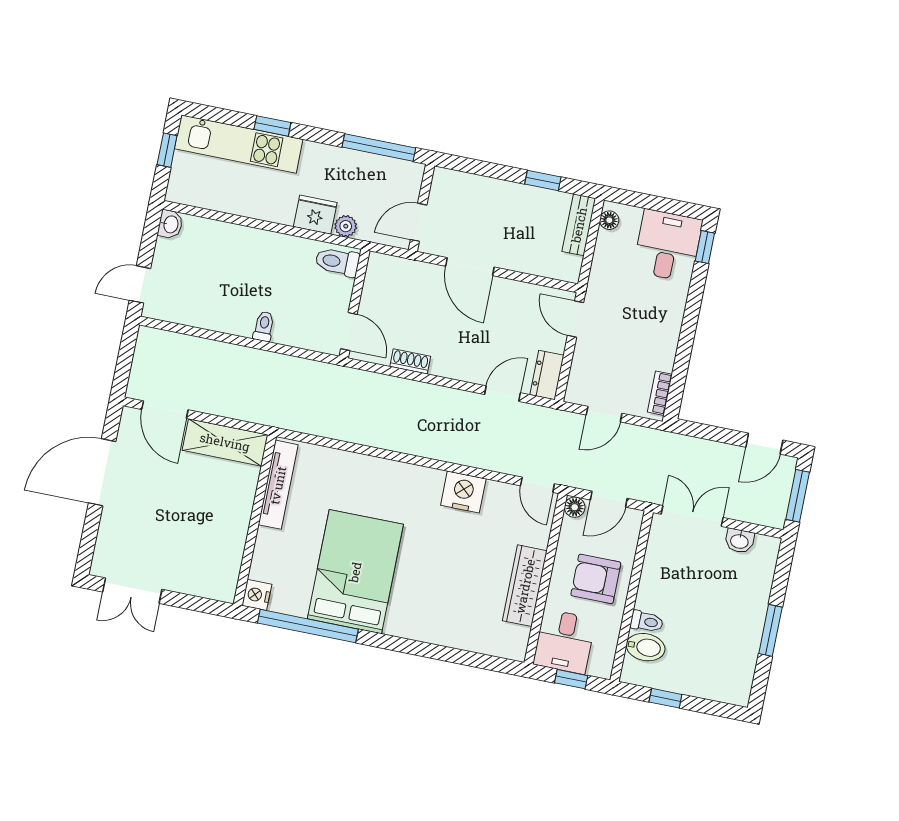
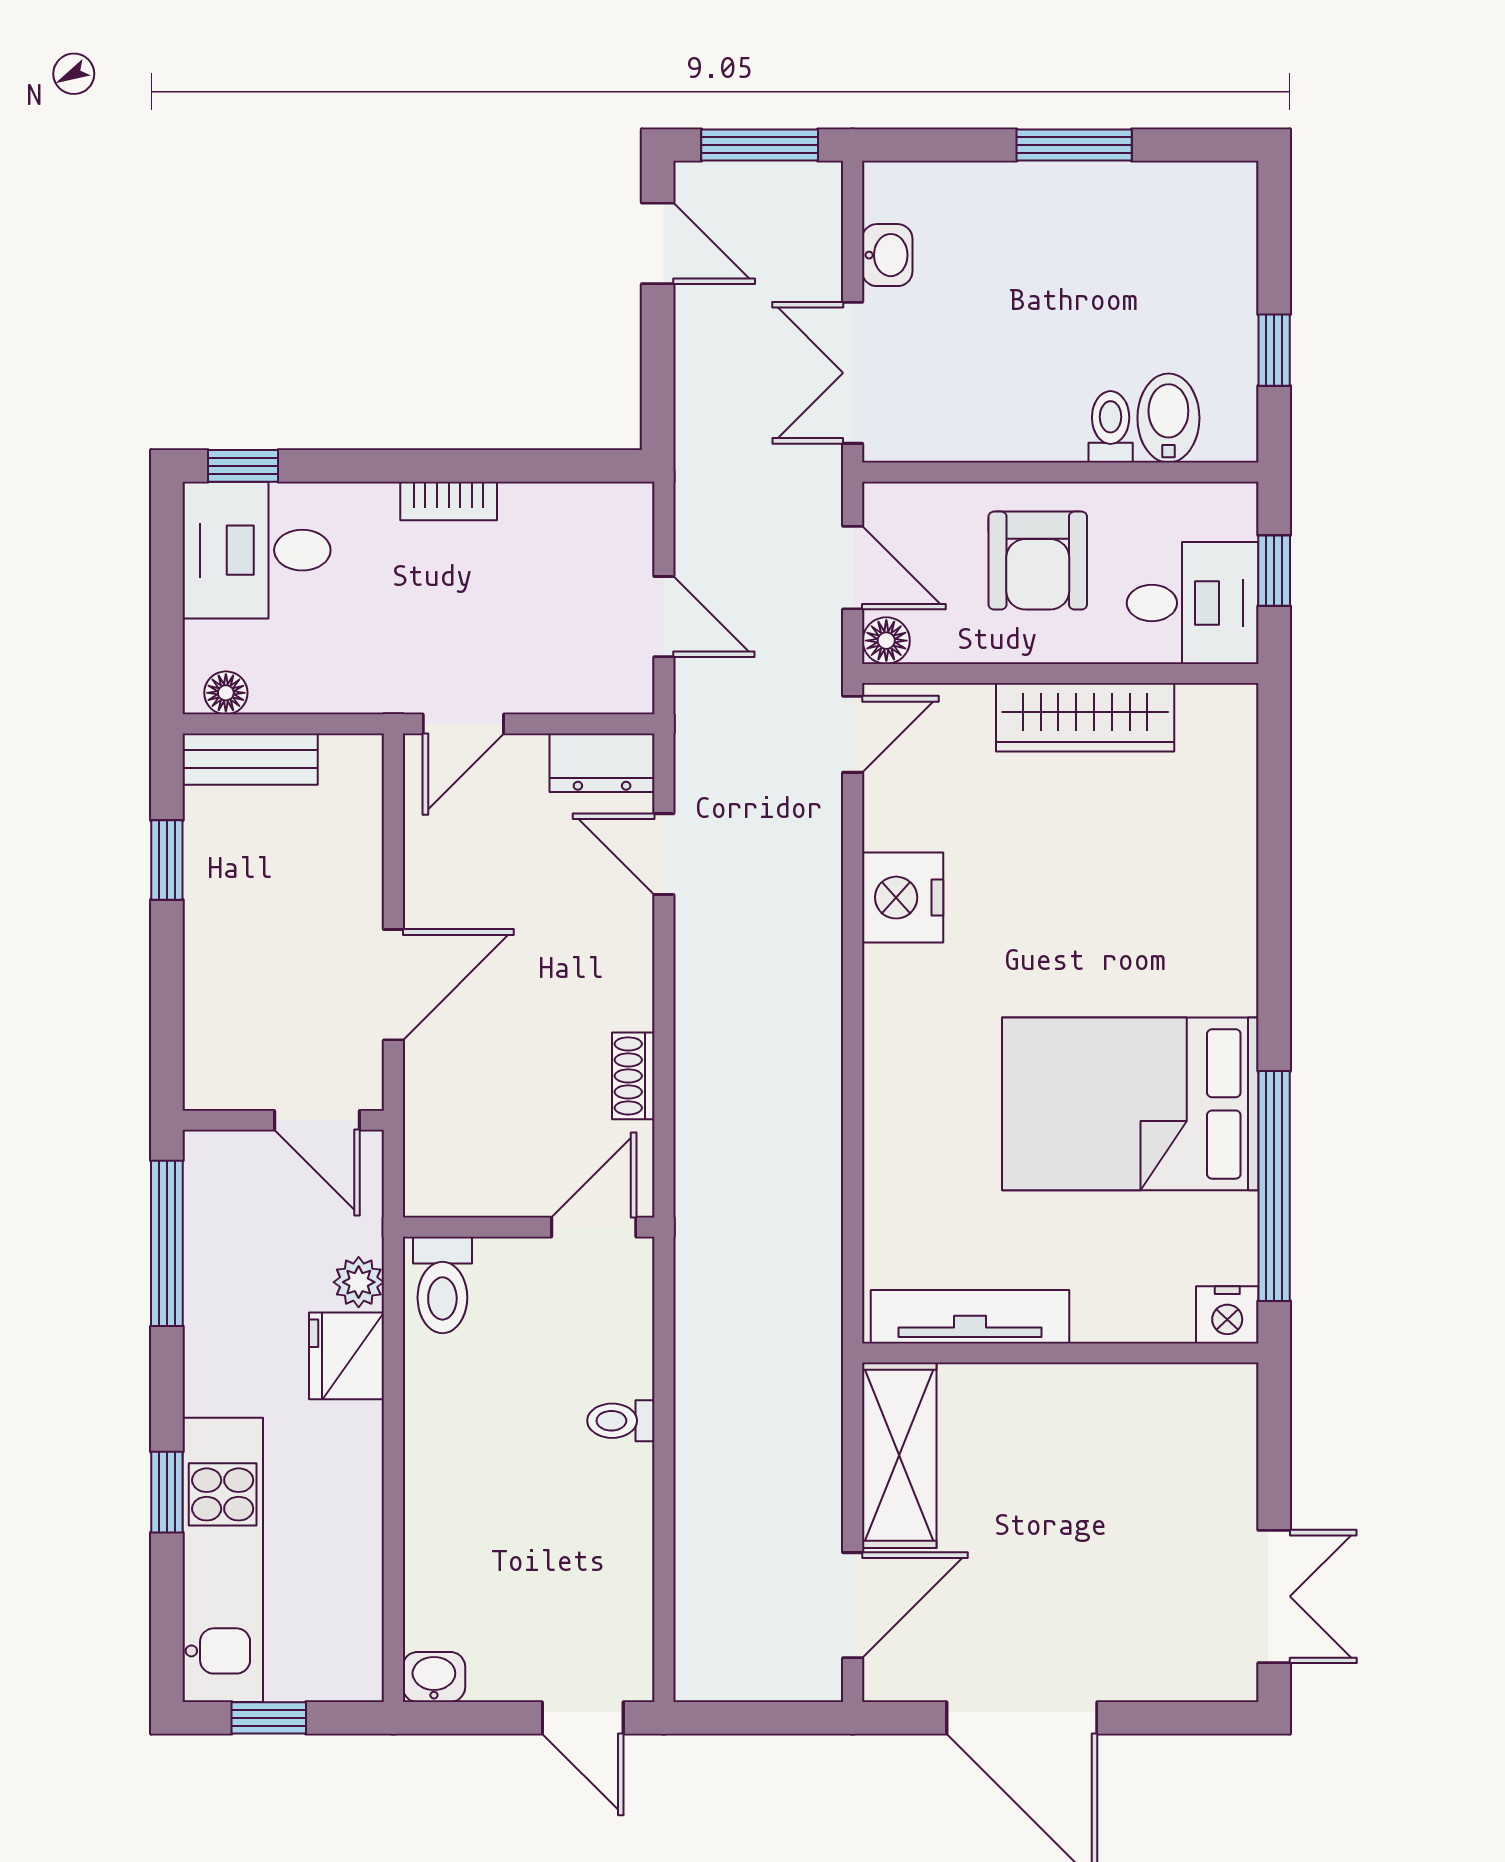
bookcase: (660, 393) -> (449, 501), moved

